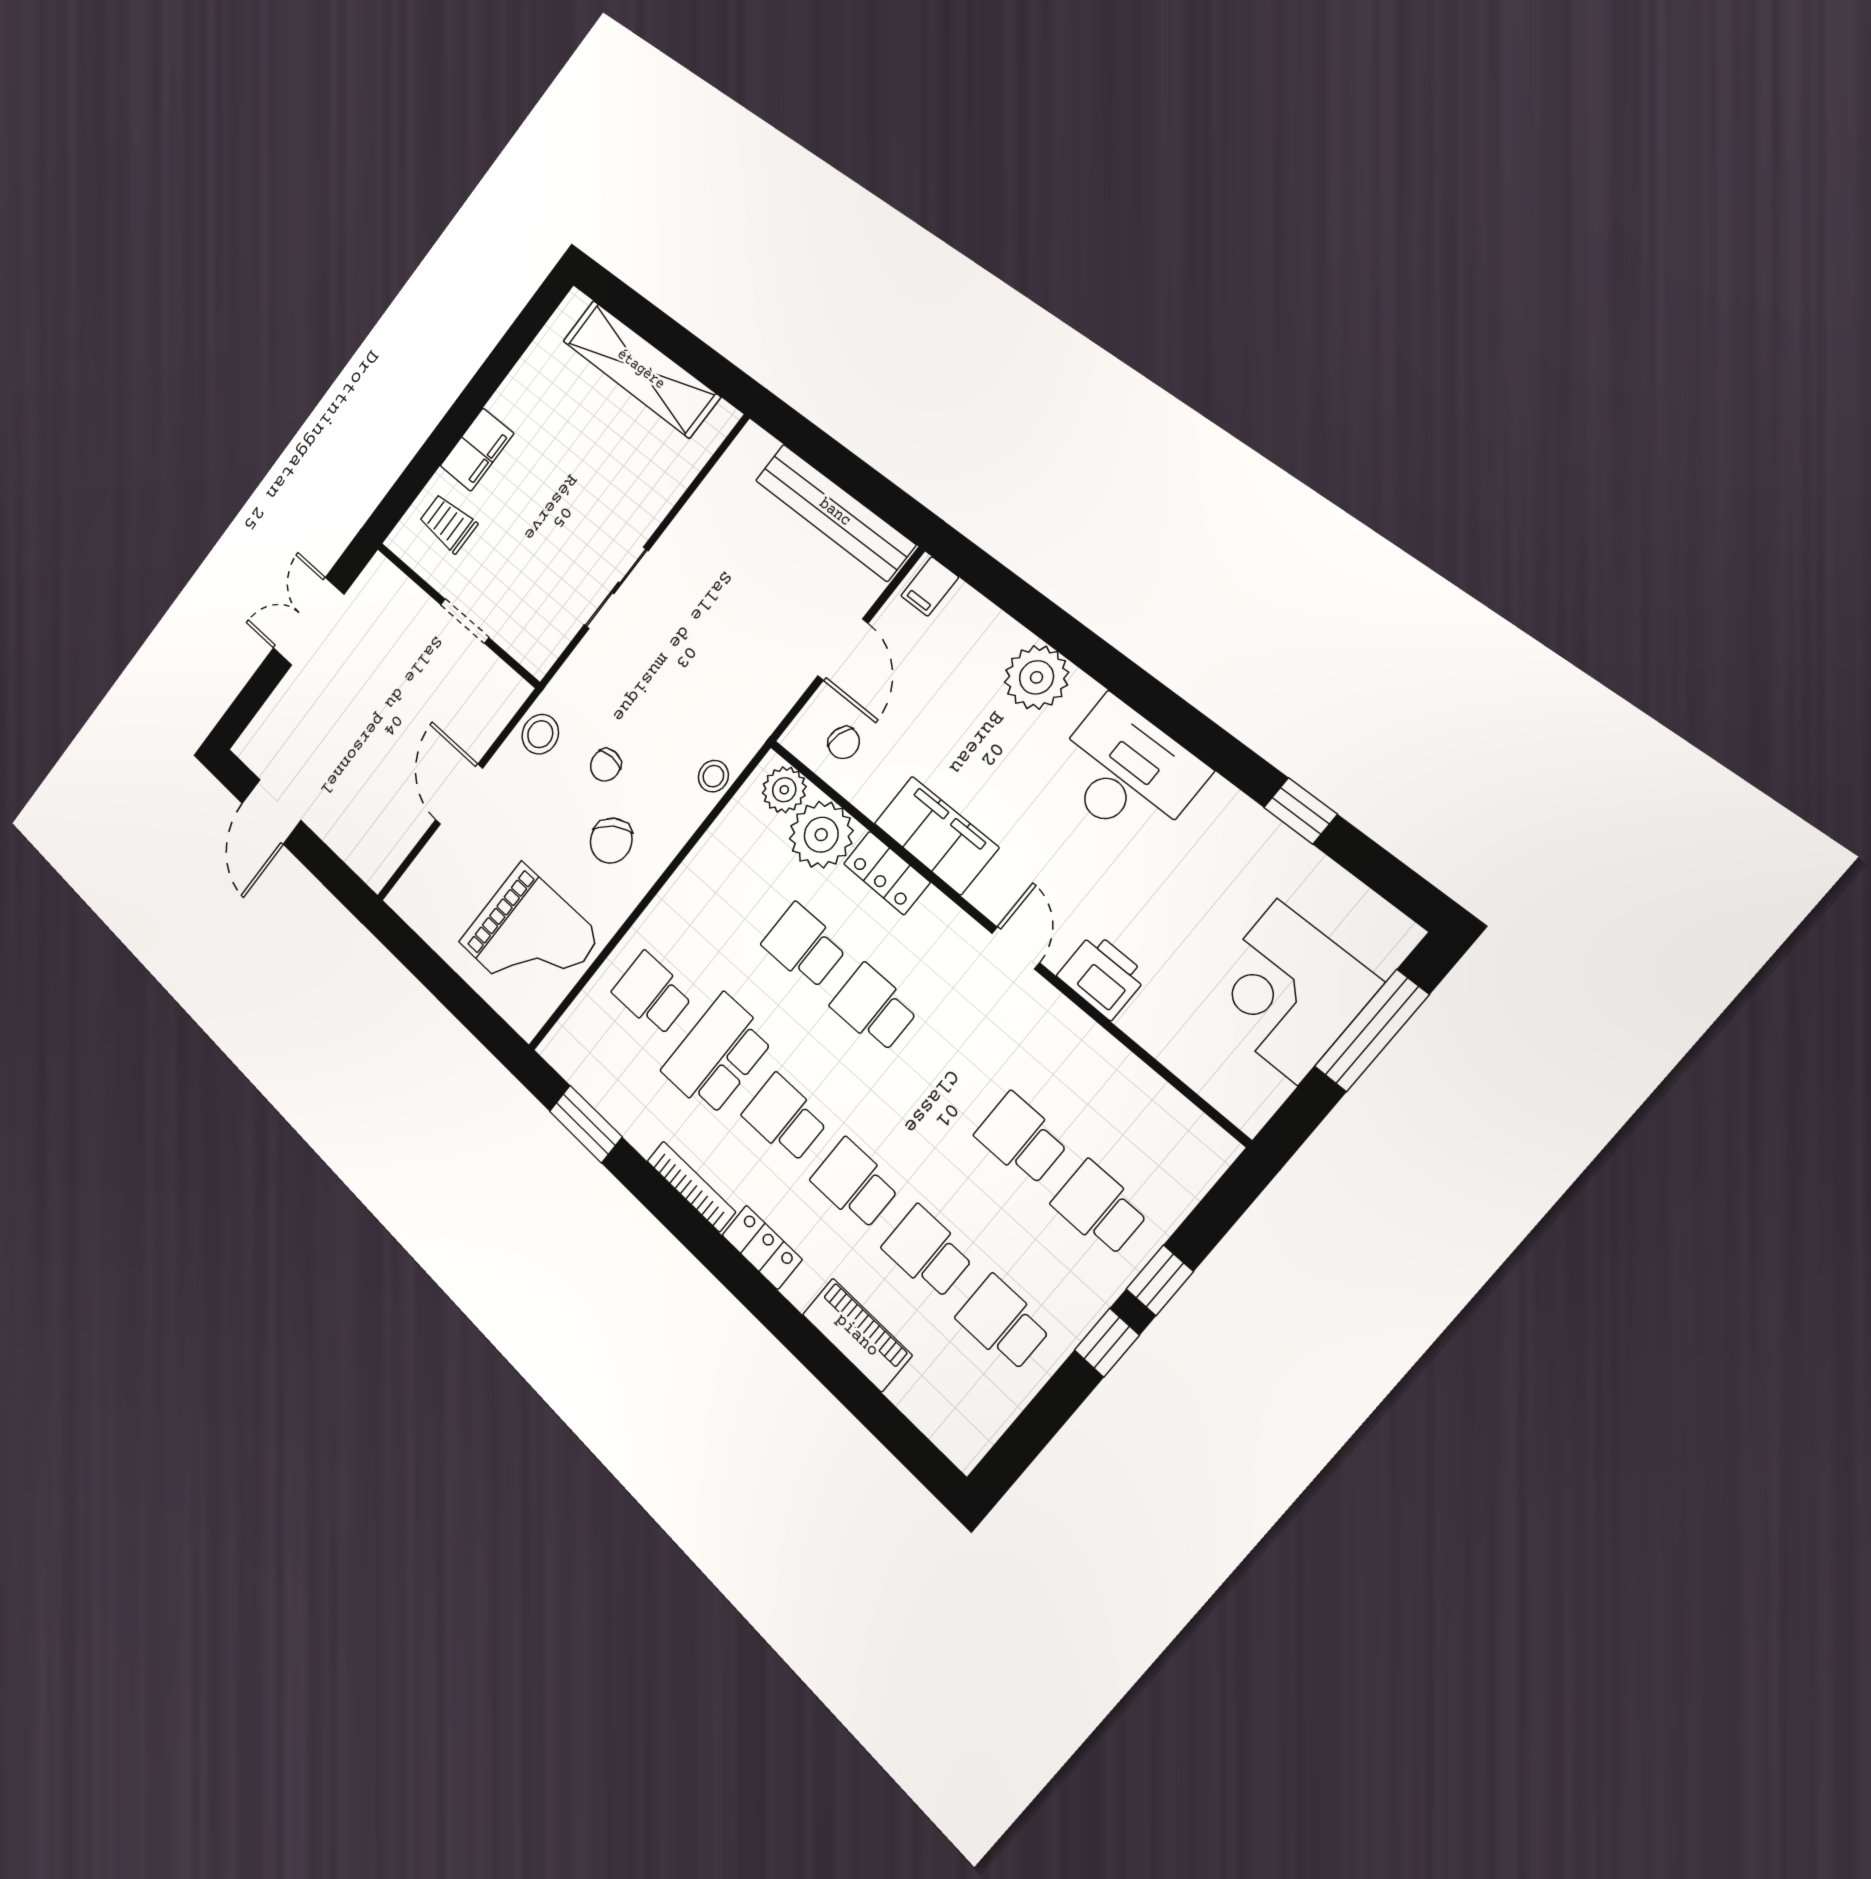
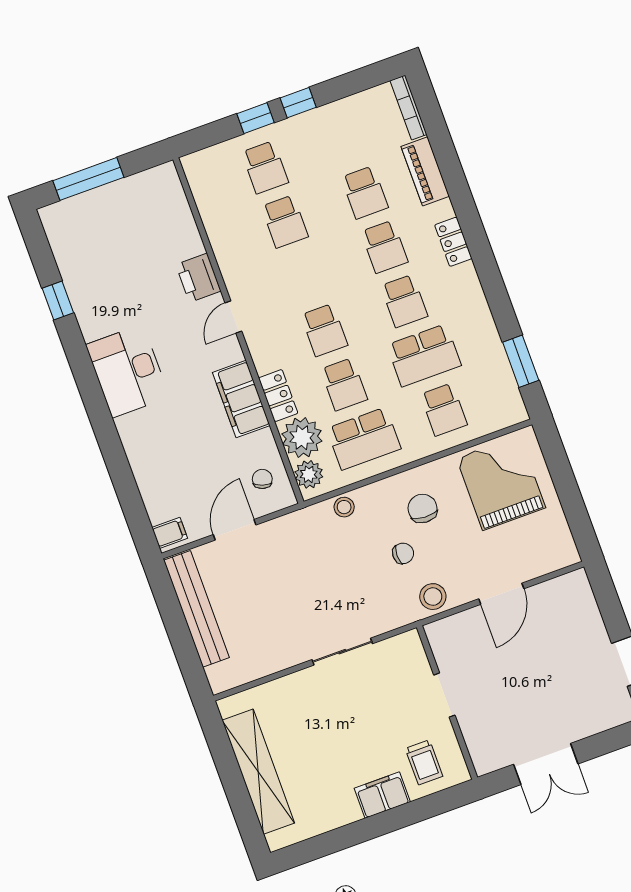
plant: (1037, 677) -> (143, 448), removed
chair: (611, 841) -> (423, 508), turned -54
corner desk: (1287, 991) -> (115, 219), removed
bookcase: (691, 1186) -> (408, 107), moved
school desk: (1003, 1323) -> (364, 439), moved, width x1.85

